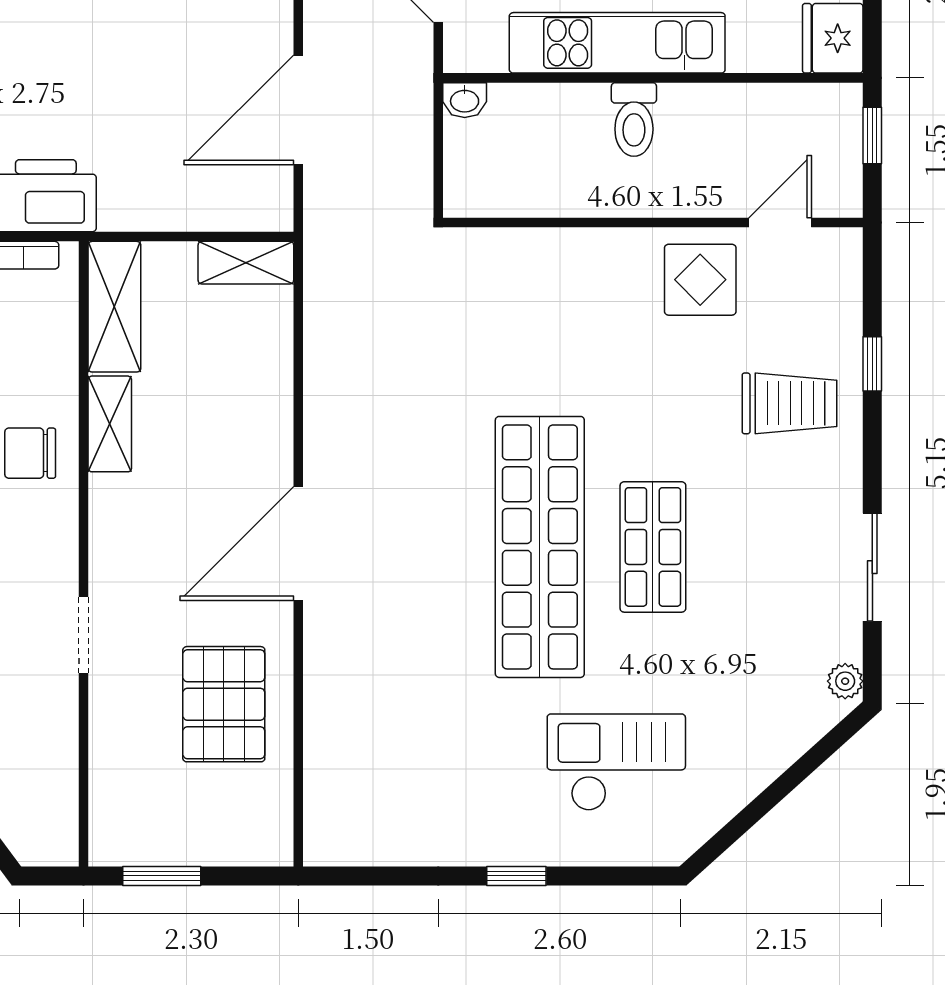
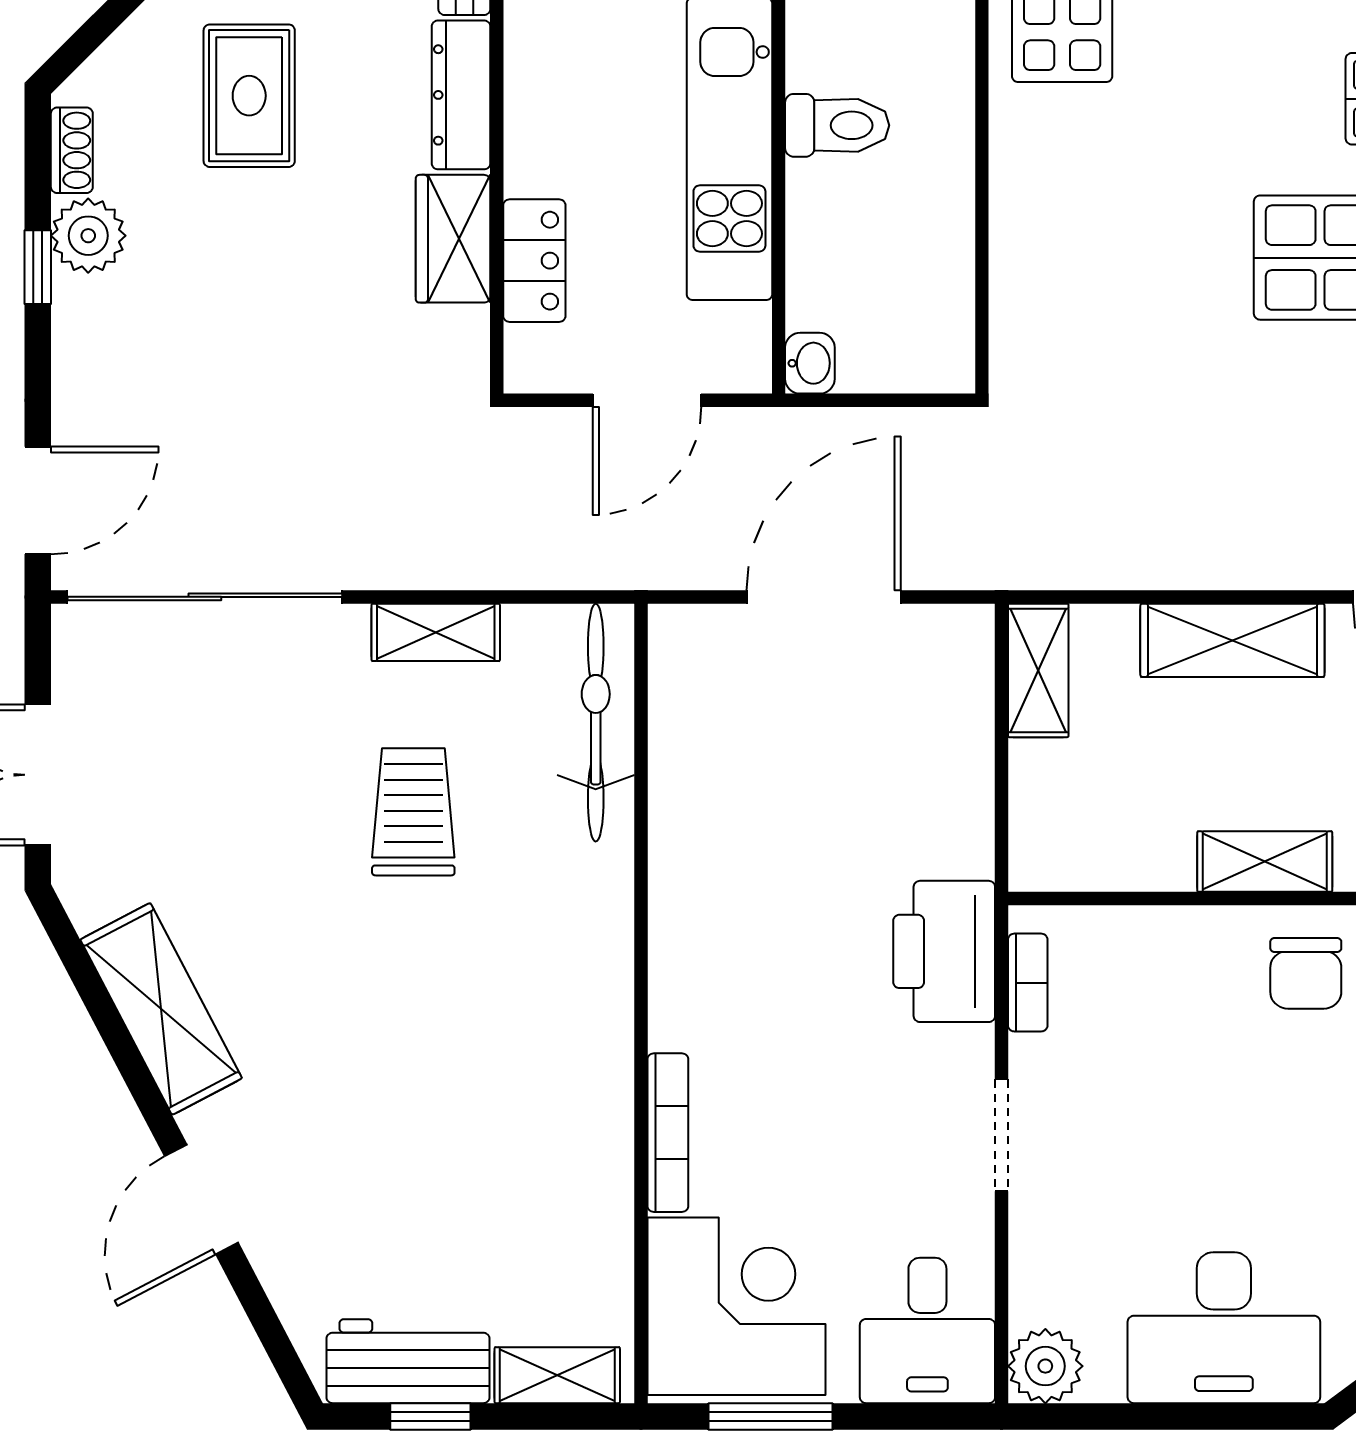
door: (298, 110) -> (824, 597), swing flipped
shelving: (114, 307) -> (1232, 640), moved

